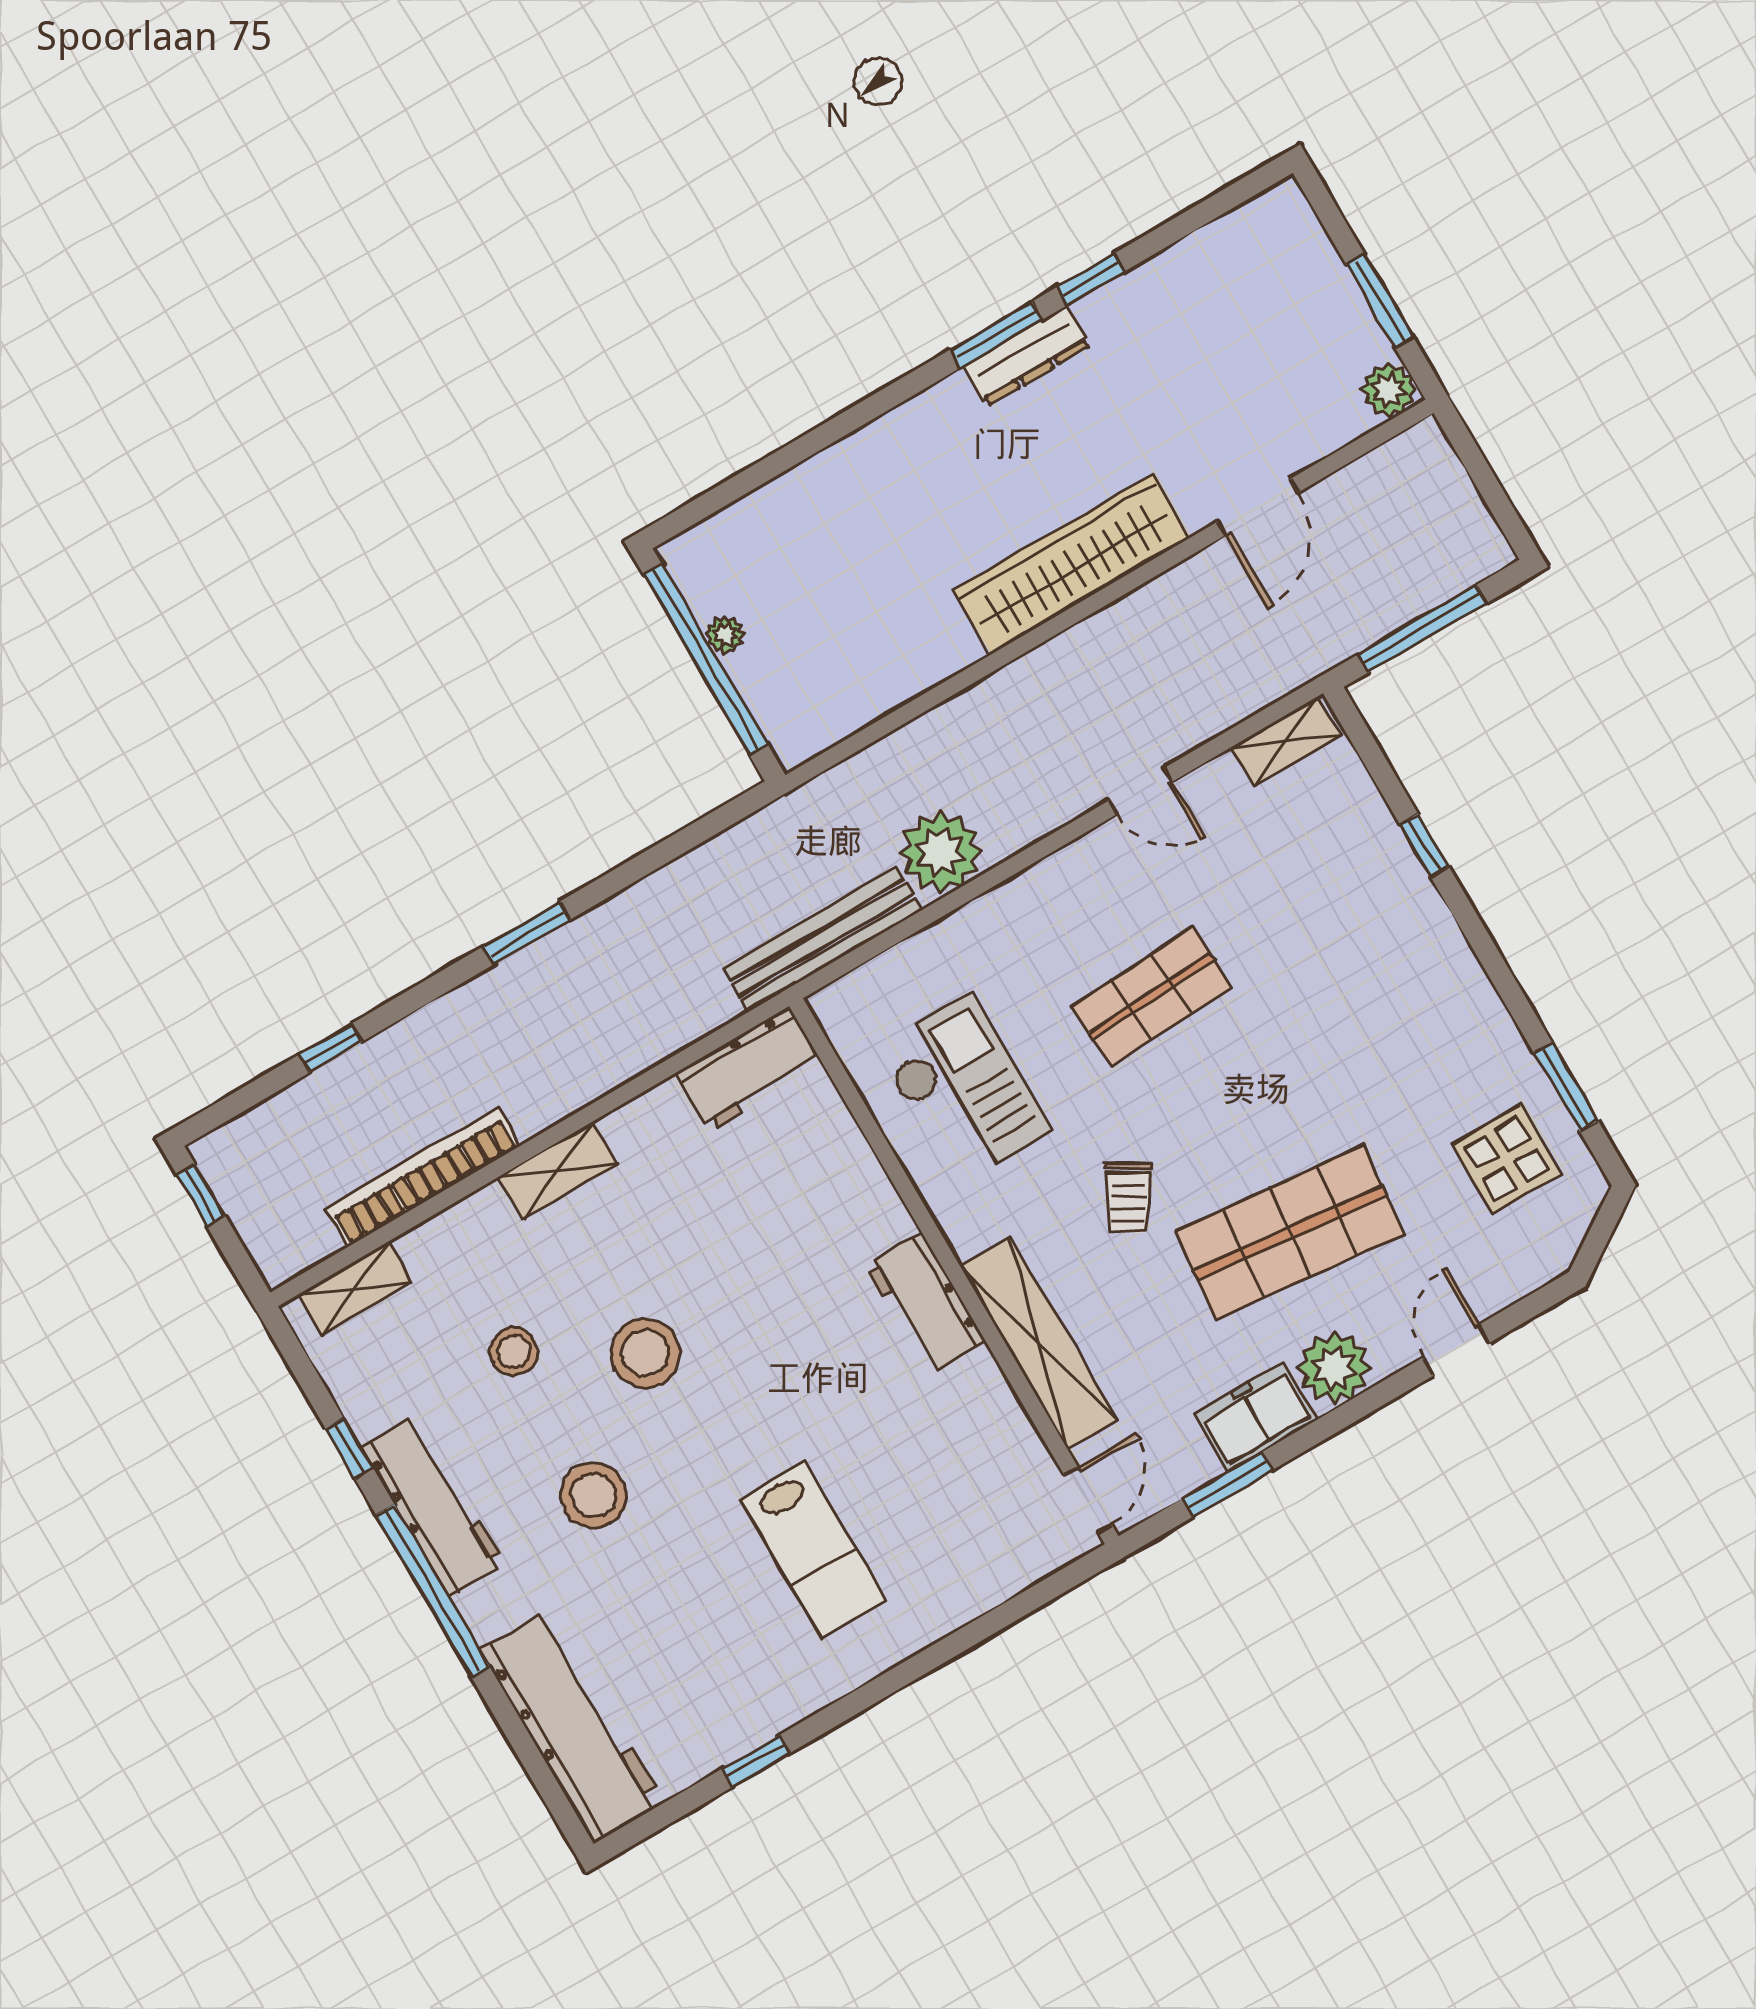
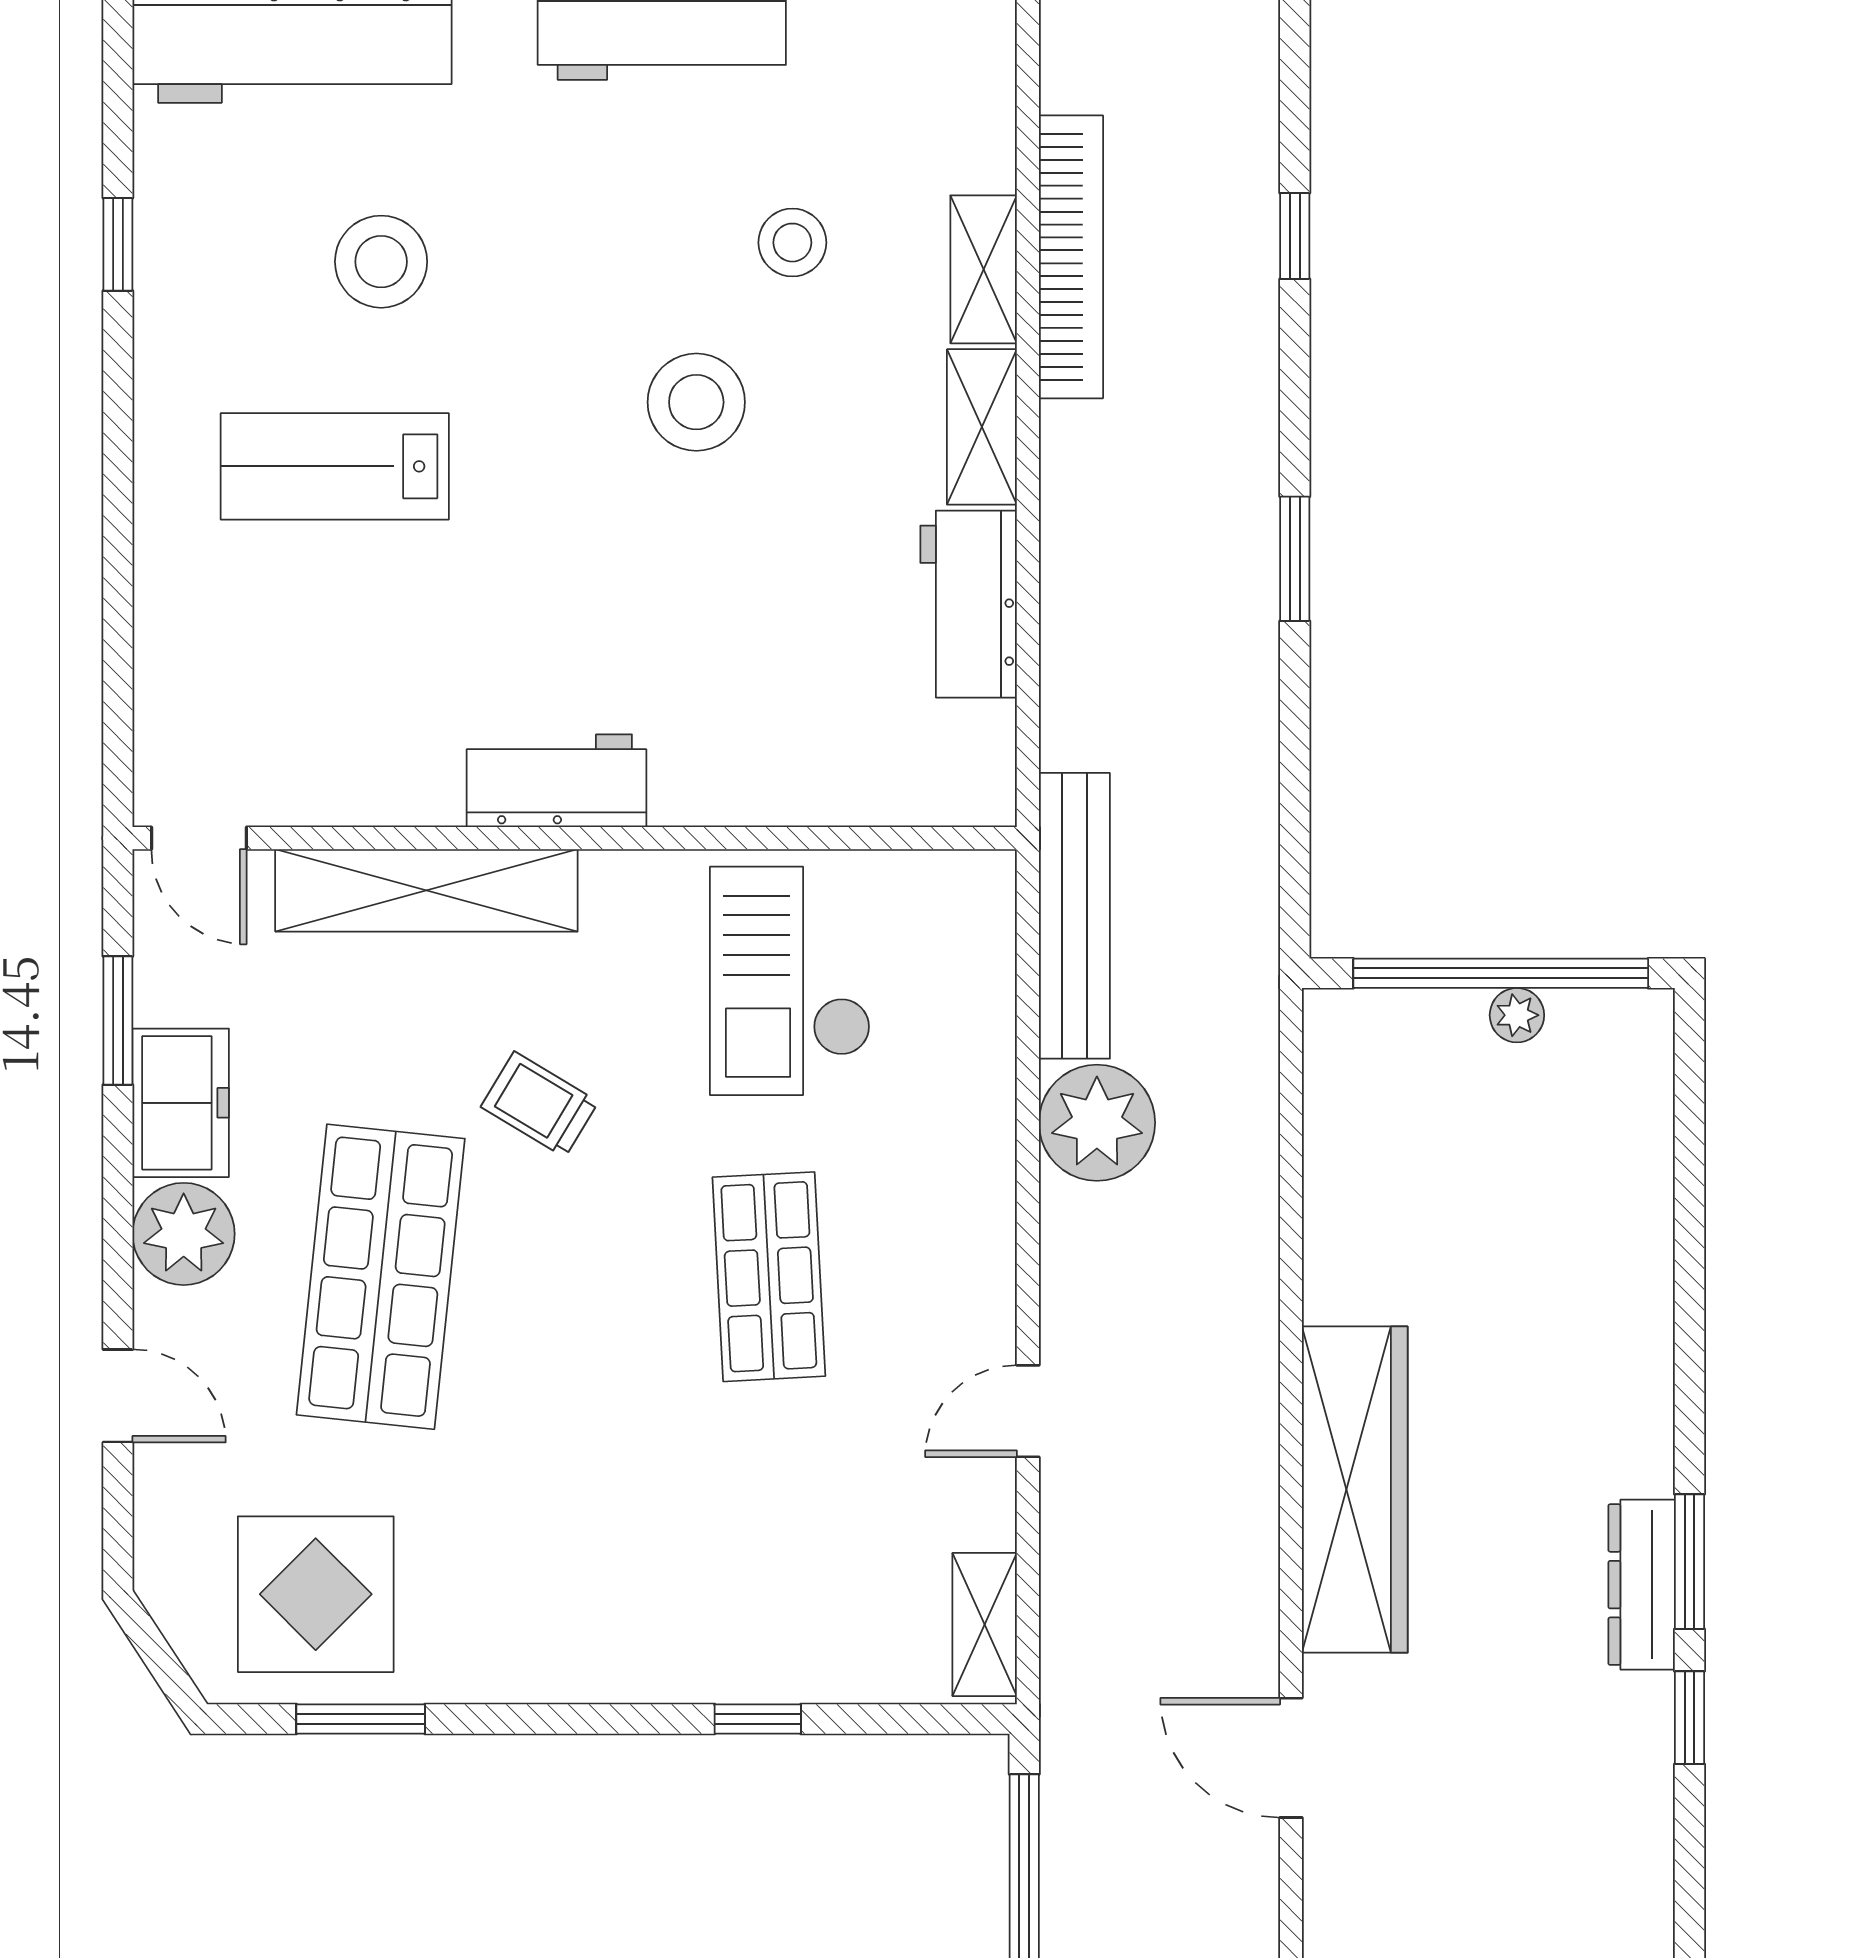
workbench: (750, 1069) -> (969, 604), moved
checkout: (964, 1089) -> (790, 981), turned 90
display table: (1506, 1159) -> (316, 1594), width x1.36, depth x1.36
shelving: (355, 1288) -> (984, 269), moved
stool: (594, 1495) -> (381, 262), moved

